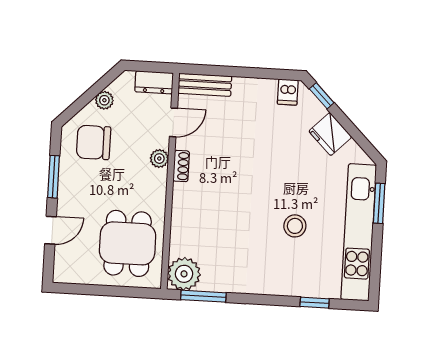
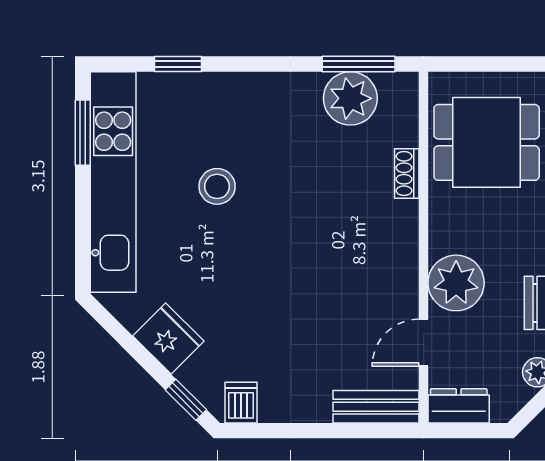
plant: (159, 159) -> (456, 283), width x1.88, depth x1.88
shoe rack: (181, 166) -> (407, 173), moved
window: (379, 203) -> (83, 133), moved
dining table: (128, 243) -> (487, 142), turned 90
plant: (184, 274) -> (350, 98), moved

